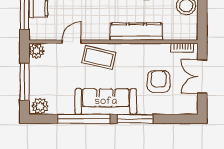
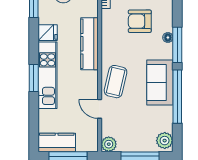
sofa: (106, 102) -> (160, 83), width x0.73
floor lamp: (142, 110) -> (168, 37), added

